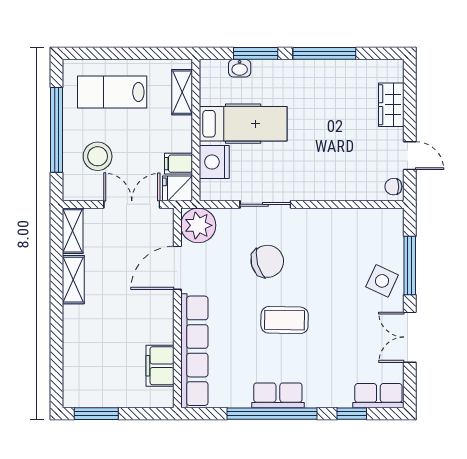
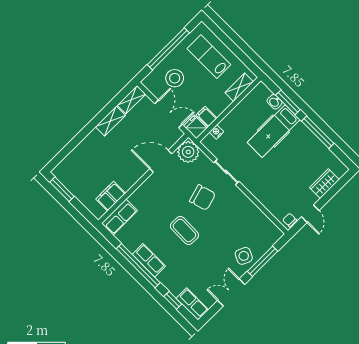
hospital bed: (243, 124) -> (274, 131), moved, turned 90
nightstand: (214, 162) -> (216, 132), width x0.53, depth x0.56
row of seats: (194, 351) -> (119, 217), width x0.50

